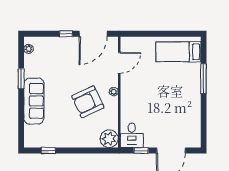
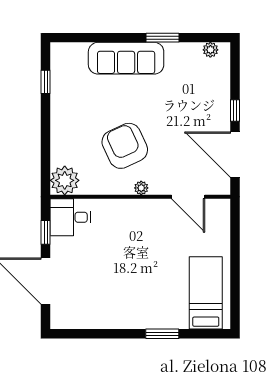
window: (204, 79) -> (162, 334), width x0.69

